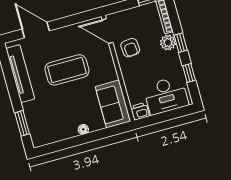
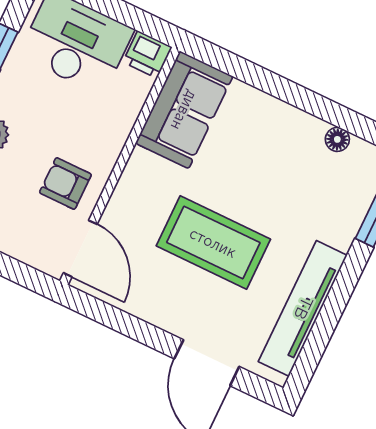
armchair: (130, 48) -> (65, 183), turned -85
floor lamp: (83, 129) -> (337, 139), moved

